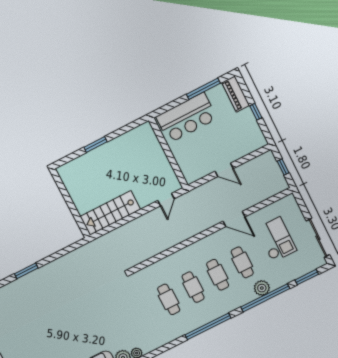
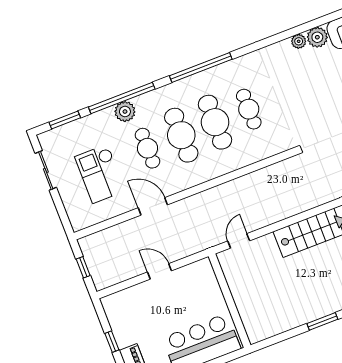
sliding door: (318, 238) -> (46, 170), width x0.73
cafe table: (218, 275) -> (181, 135), width x1.37, depth x1.35
cafe table: (193, 287) -> (215, 122), width x1.37, depth x1.35

